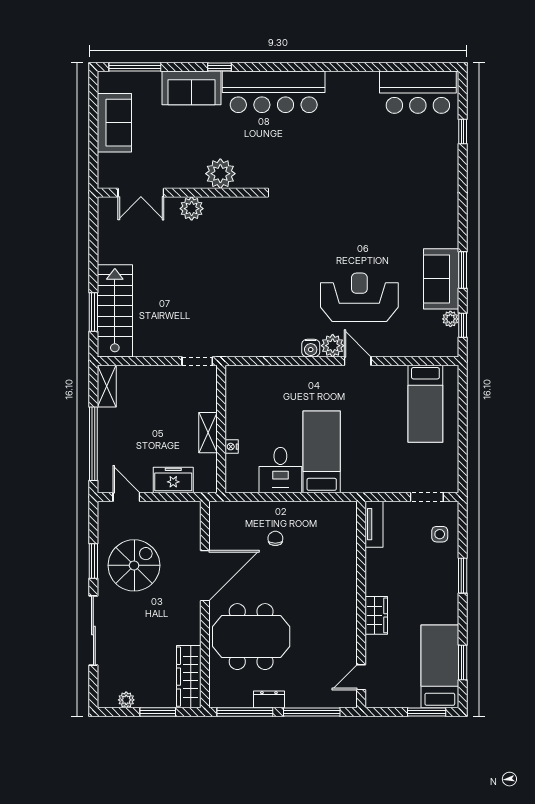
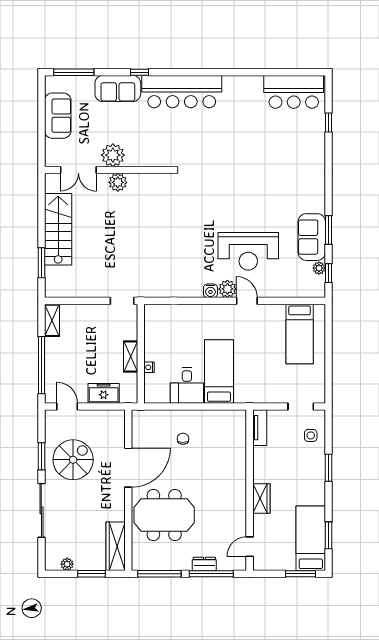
plant: (220, 174) -> (113, 155), moved
reception desk: (359, 297) -> (248, 251), turned 180
stairs: (115, 311) -> (58, 229), moved
dresser: (269, 699) -> (204, 564), moved

